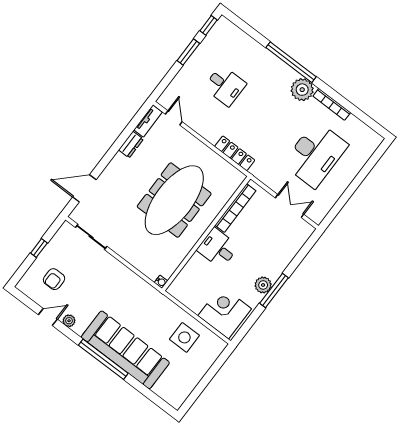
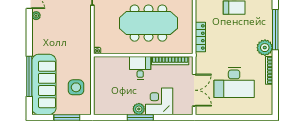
double door: (289, 206) -> (194, 90), width x1.37
corner desk: (225, 312) -> (159, 101), moved, turned -90
sofa: (125, 350) -> (44, 84), moved
window: (103, 359) -> (29, 76), moved
window: (211, 374) -> (67, 117), added

